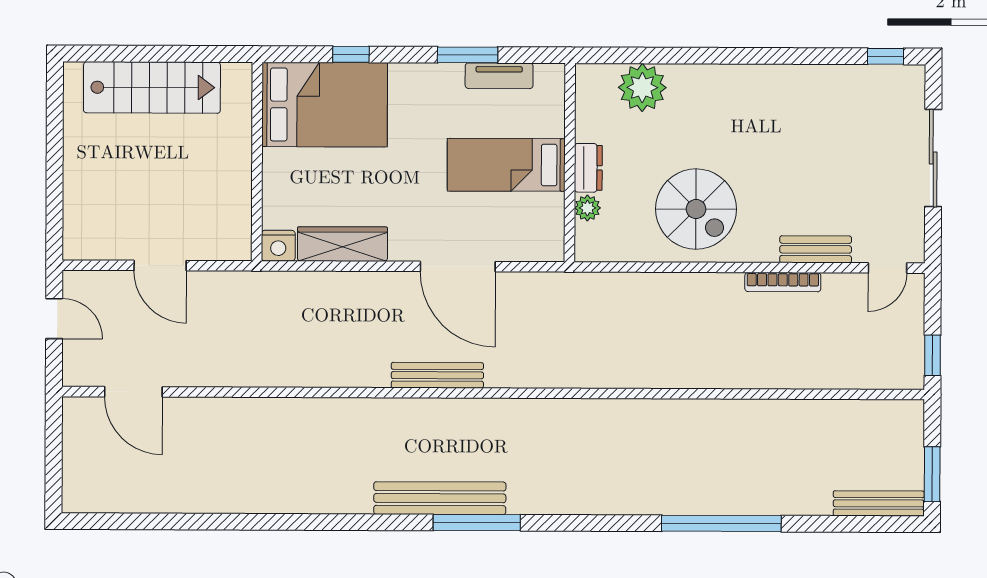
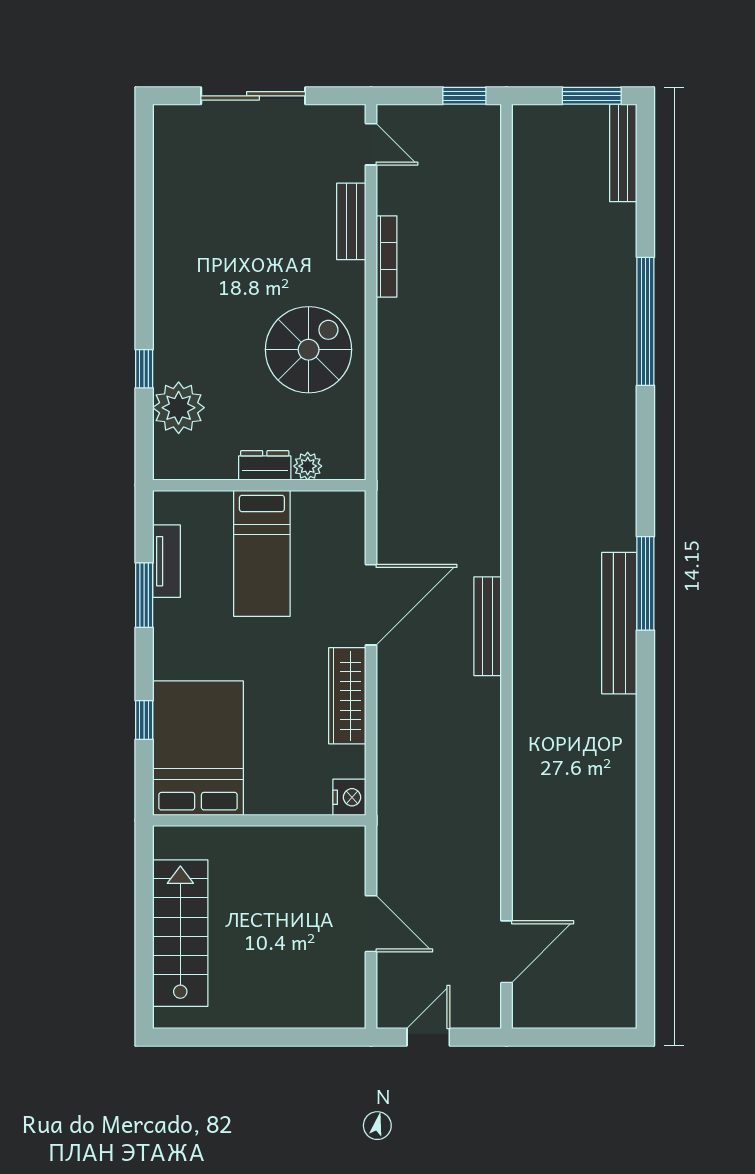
window: (886, 56) -> (144, 369), moved
wardrobe: (342, 244) -> (347, 696), moved
door: (160, 266) -> (371, 924), hinge flipped

